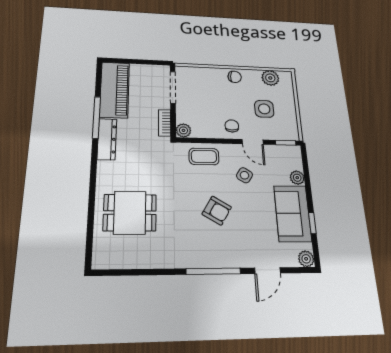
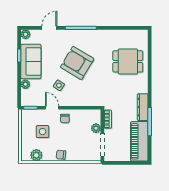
plant: (183, 130) -> (96, 128), moved
coffee table: (204, 156) -> (84, 97), removed
armchair: (217, 211) -> (77, 63), width x1.88, depth x1.88

